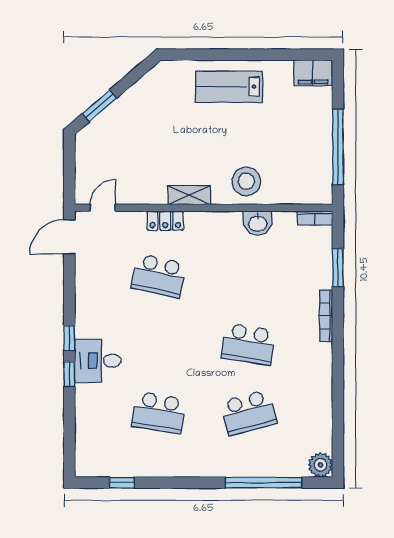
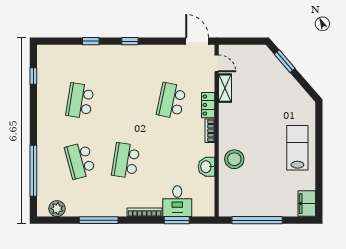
shelving: (189, 195) -> (225, 88), moved
bookcase: (315, 218) -> (210, 131), moved
desk: (98, 361) -> (177, 201), moved, turned 180
window: (69, 374) -> (91, 41), moved
window: (338, 385) -> (99, 220), added
plant: (320, 465) -> (57, 209), moved

